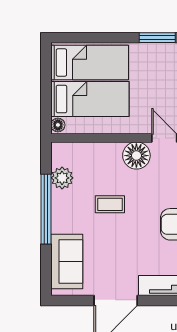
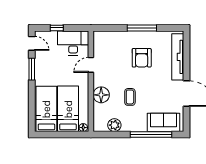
floor lamp: (136, 156) -> (101, 95), moved
window: (46, 209) -> (151, 135), moved

